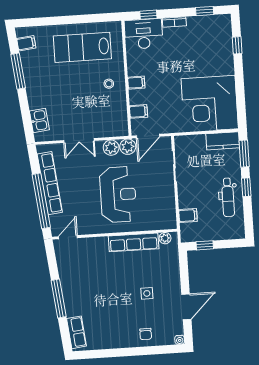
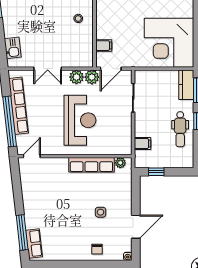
filing cabinet: (136, 83) -> (103, 19), removed
kitchen counter: (223, 141) -> (186, 85), moved, turned 90
window: (59, 298) -> (22, 232), moved

